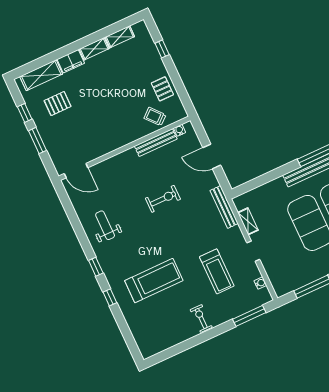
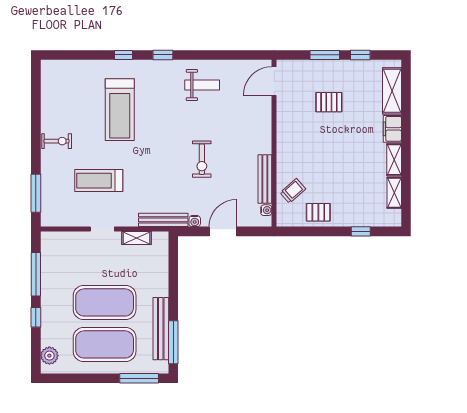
pallet: (58, 104) -> (329, 102), moved, turned 90
water cooler: (260, 283) -> (195, 221), moved

